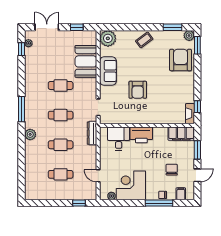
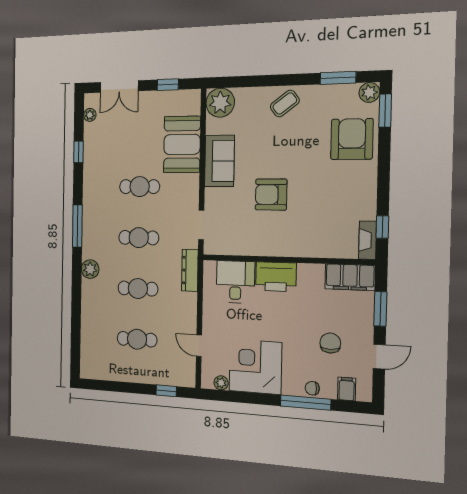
double door: (47, 27) -> (119, 87), swing flipped
window: (21, 49) -> (78, 152), moved
armchair: (138, 90) -> (271, 195), turned 90

